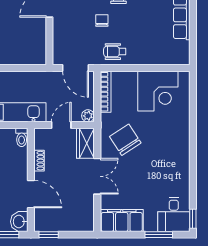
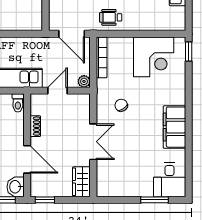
chair: (125, 140) -> (121, 105), width x0.54, depth x0.54
wardrobe: (85, 143) -> (81, 182), moved
window: (193, 219) -> (189, 52), moved
filing cabinet: (122, 220) -> (174, 127), moved, turned -90

